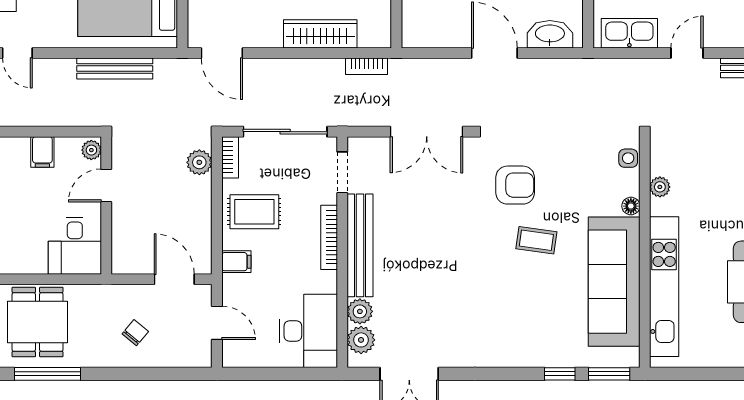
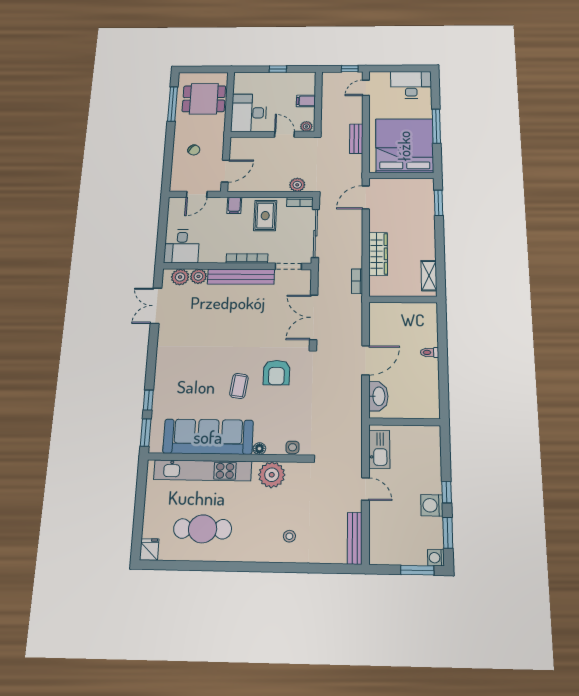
bench: (115, 69) -> (356, 139), width x0.73
plant: (660, 187) -> (272, 475), width x1.87, depth x1.87
desk: (75, 246) -> (249, 113), width x1.37
desk: (308, 331) -> (182, 246), width x0.73

